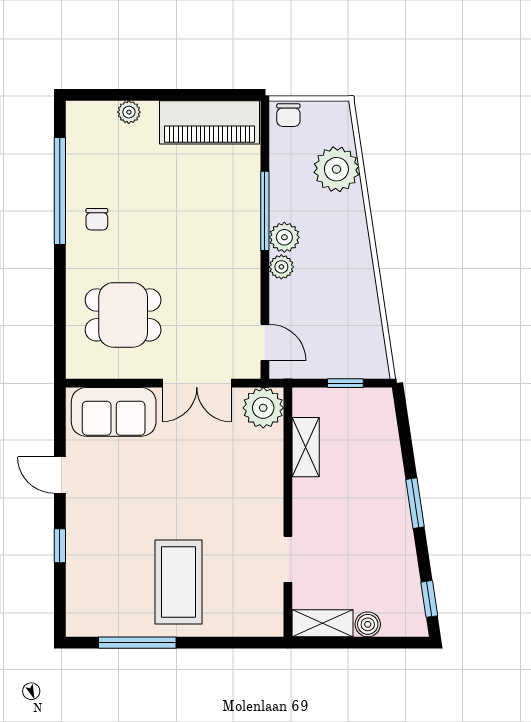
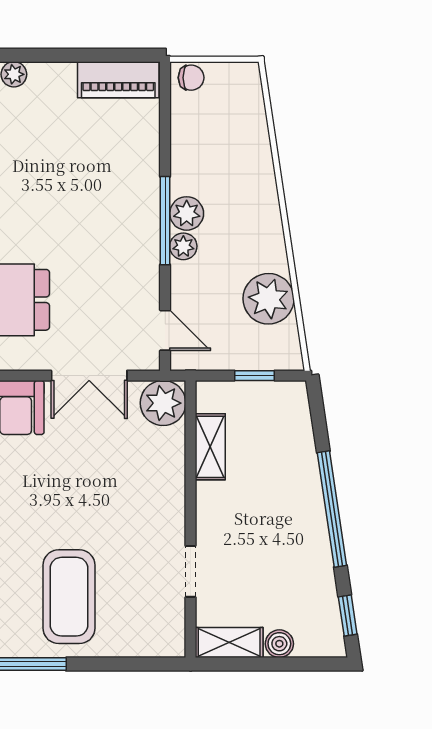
chair: (288, 115) -> (191, 78), turned -90
piano: (209, 122) -> (118, 80), width x0.73, depth x0.75
plant: (336, 169) -> (268, 299), moved
window: (265, 211) -> (165, 221), moved
window: (415, 503) -> (332, 509), width x2.11

